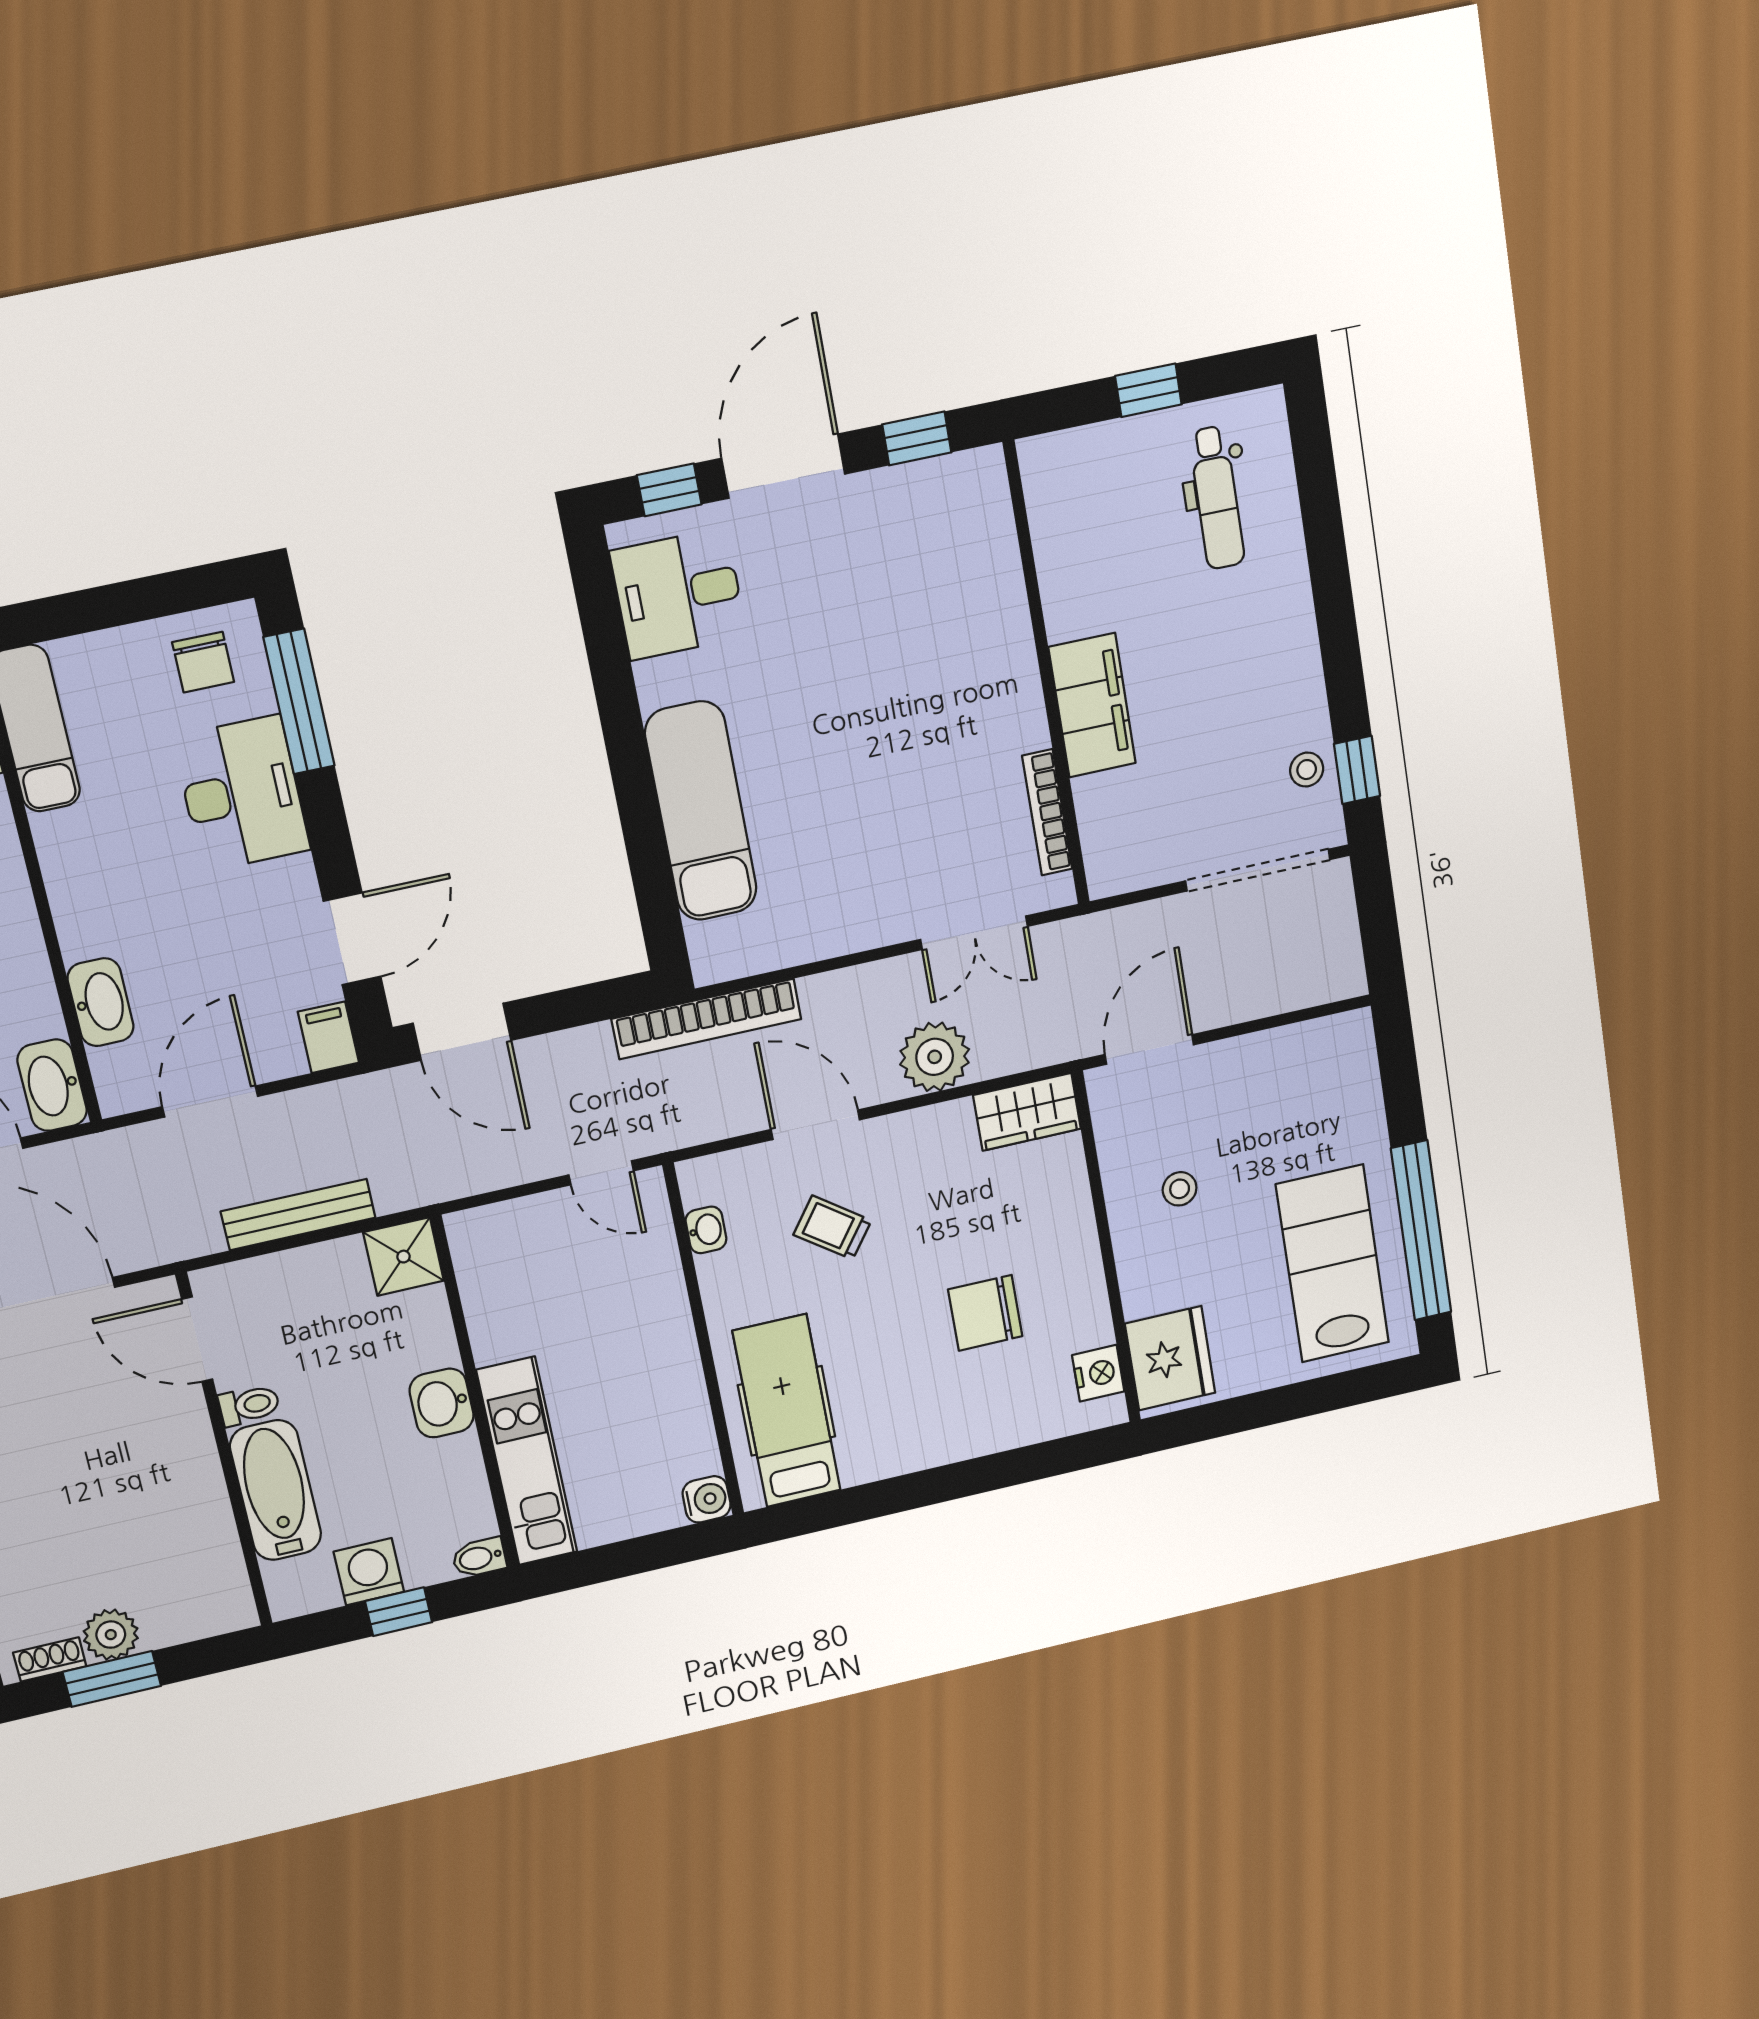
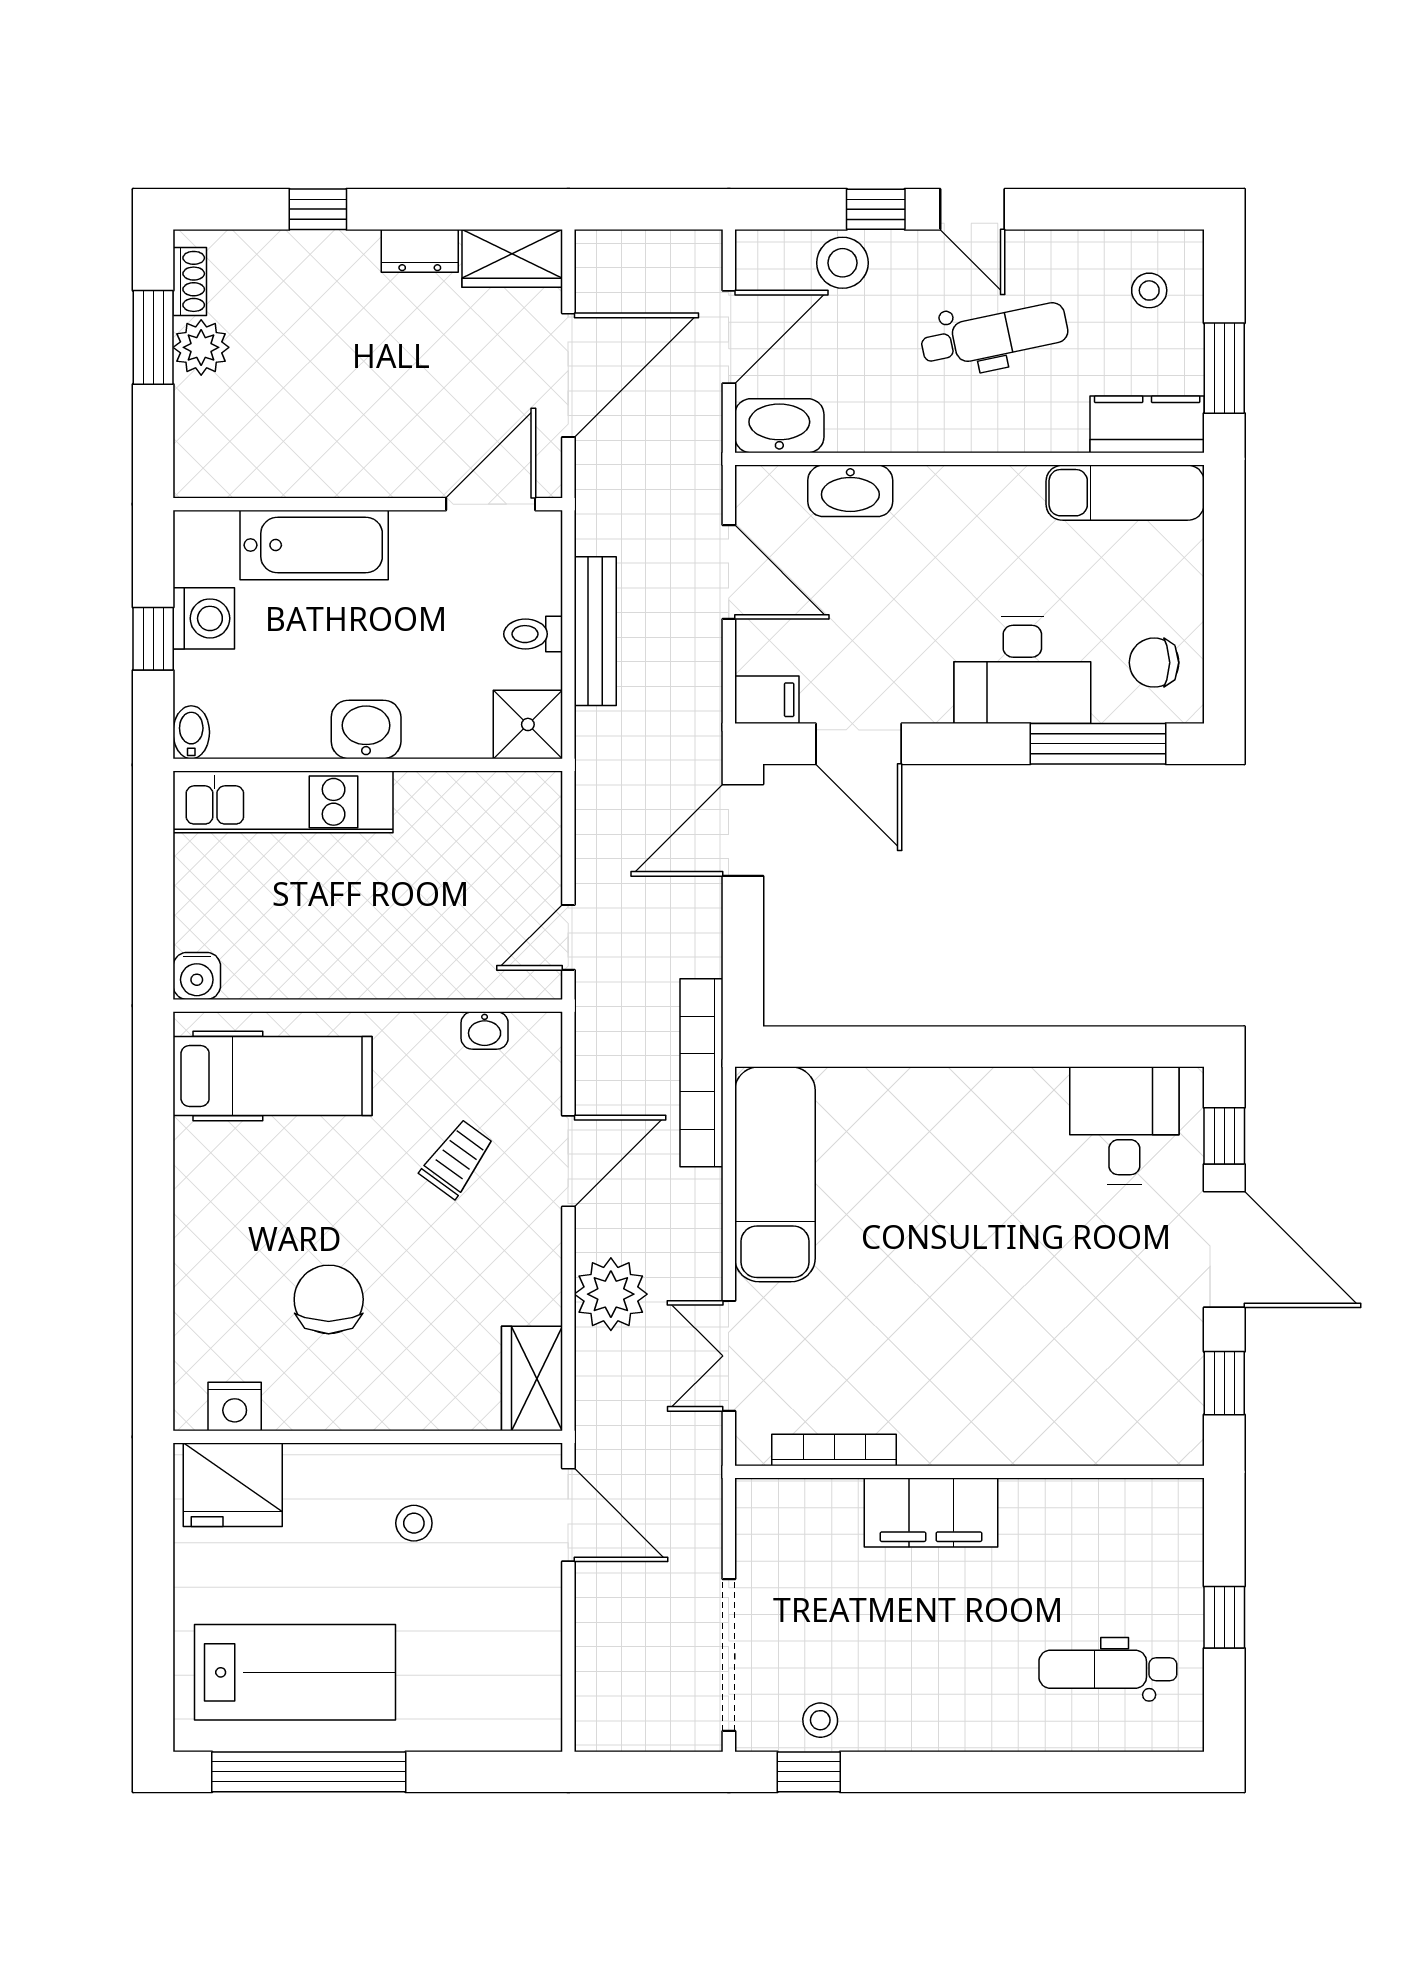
exam couch: (701, 811) -> (775, 1174), moved, turned -90
toilet: (249, 1405) -> (533, 634), moved, turned 90

